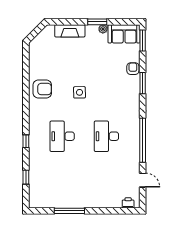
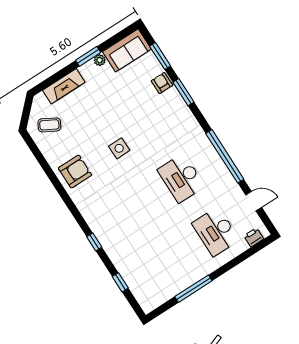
window: (143, 41) -> (160, 56), moved
coffee table: (45, 49) -> (49, 125), added
desk: (62, 136) -> (216, 232), moved

